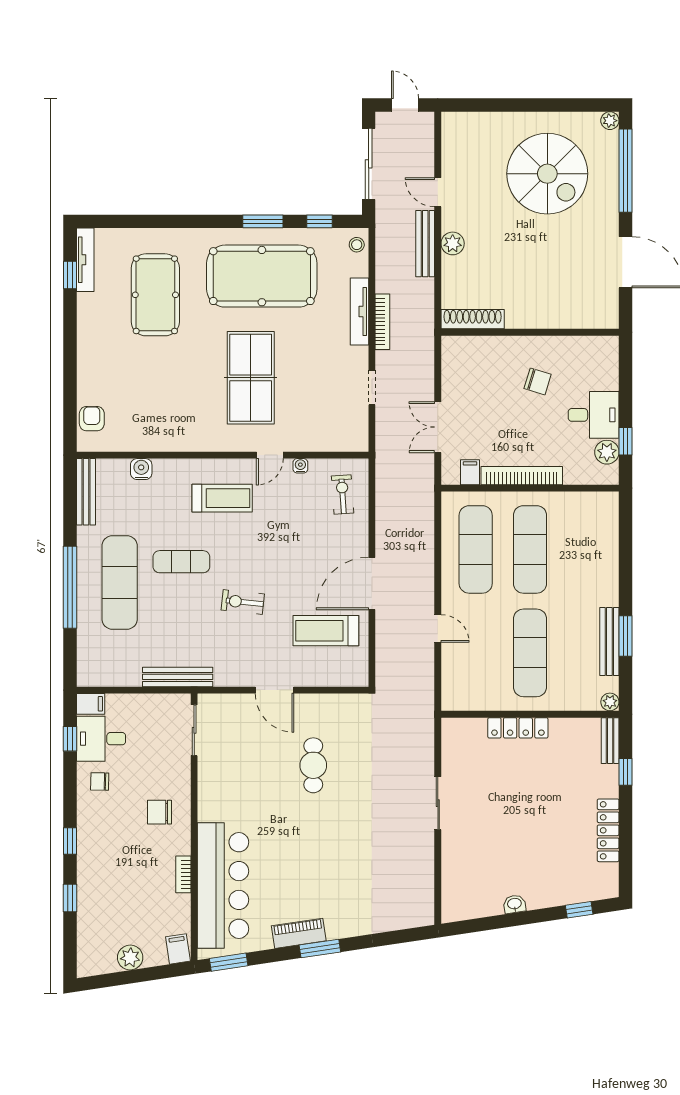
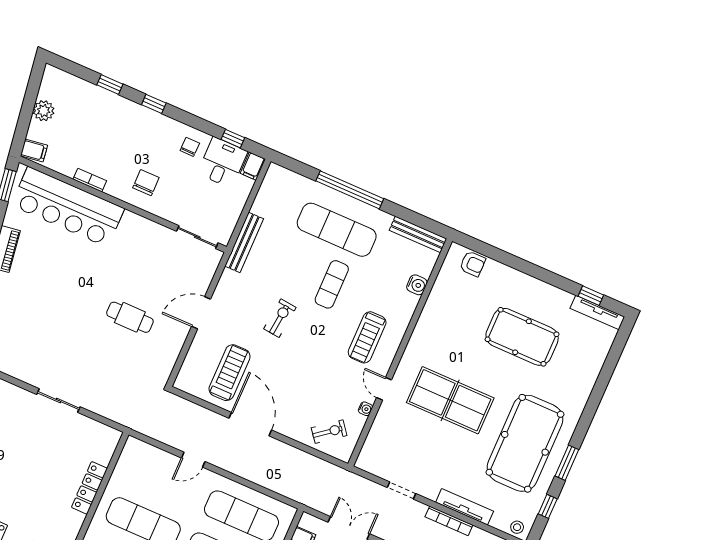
pool table: (155, 295) -> (522, 337), moved
exercise bike: (343, 494) -> (329, 432), turned -34

